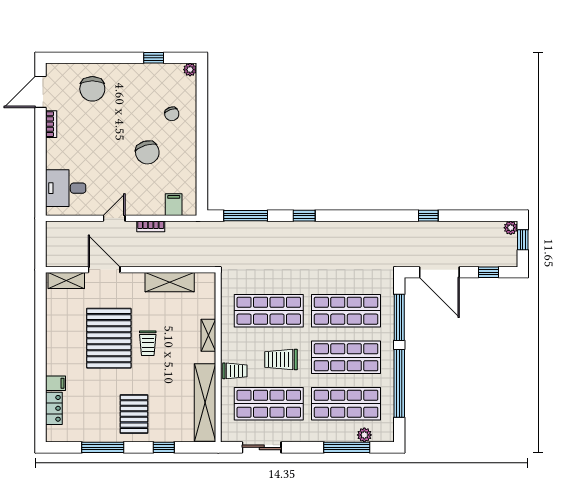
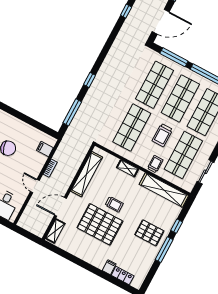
shelving: (170, 282) -> (87, 174), width x1.47
window: (103, 447) -> (164, 250), moved

